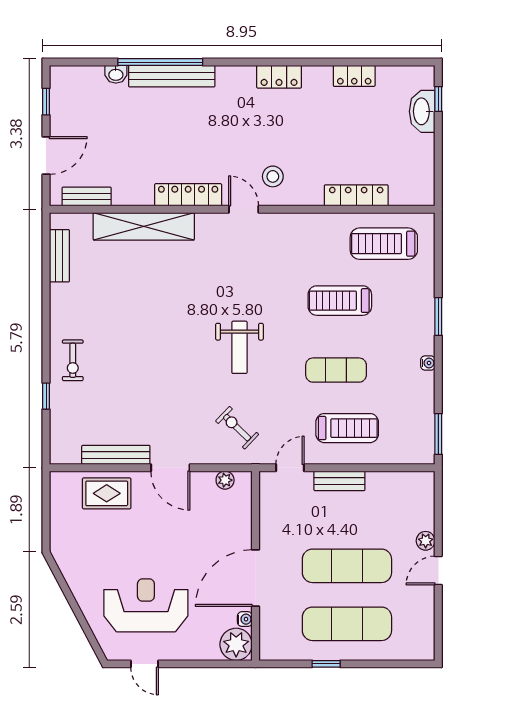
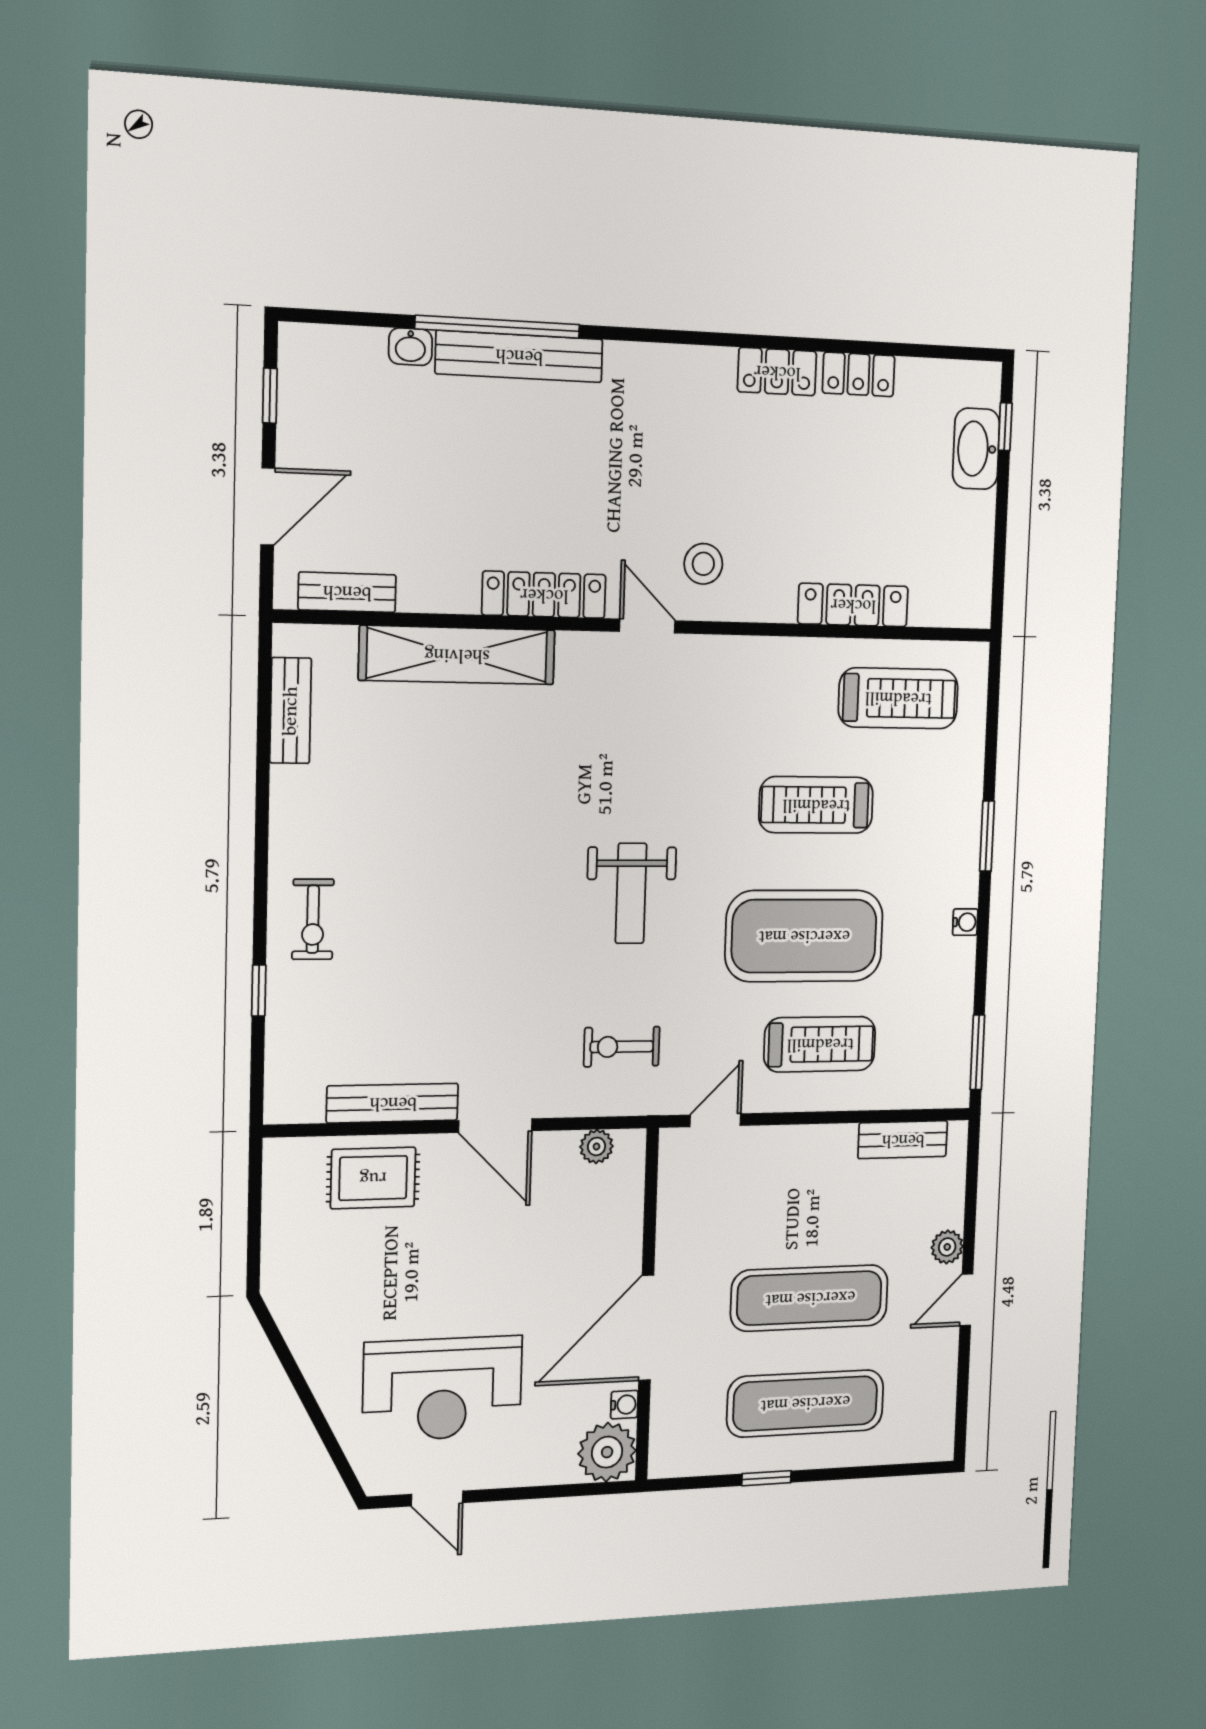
locker: (279, 77) -> (777, 372), moved
treadmill: (384, 244) -> (898, 698), turned 180
exercise mat: (336, 370) -> (804, 936), width x2.00, depth x1.45
exercise bike: (237, 428) -> (622, 1047), turned -44
bench: (339, 481) -> (903, 1140), moved
reception desk: (146, 605) -> (443, 1389), turned 180

